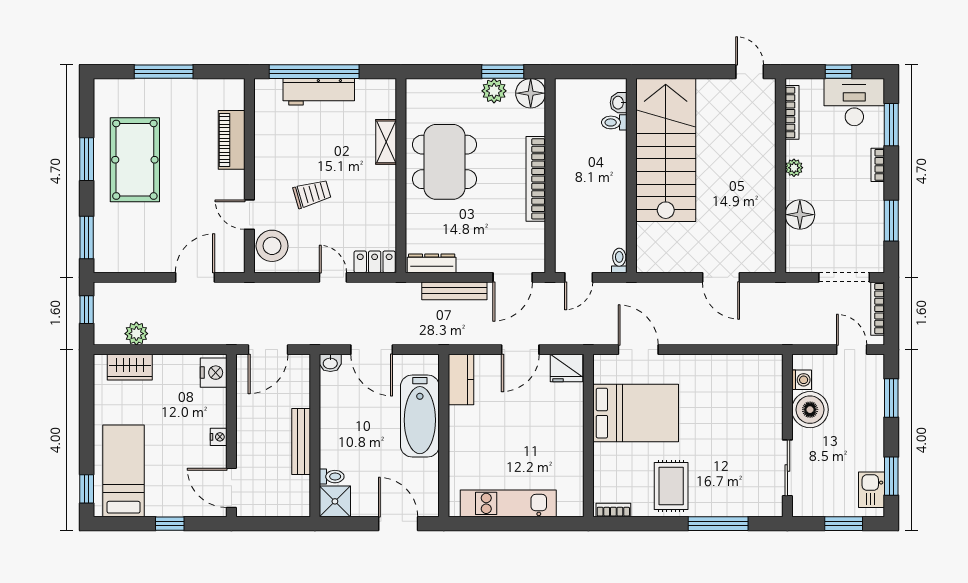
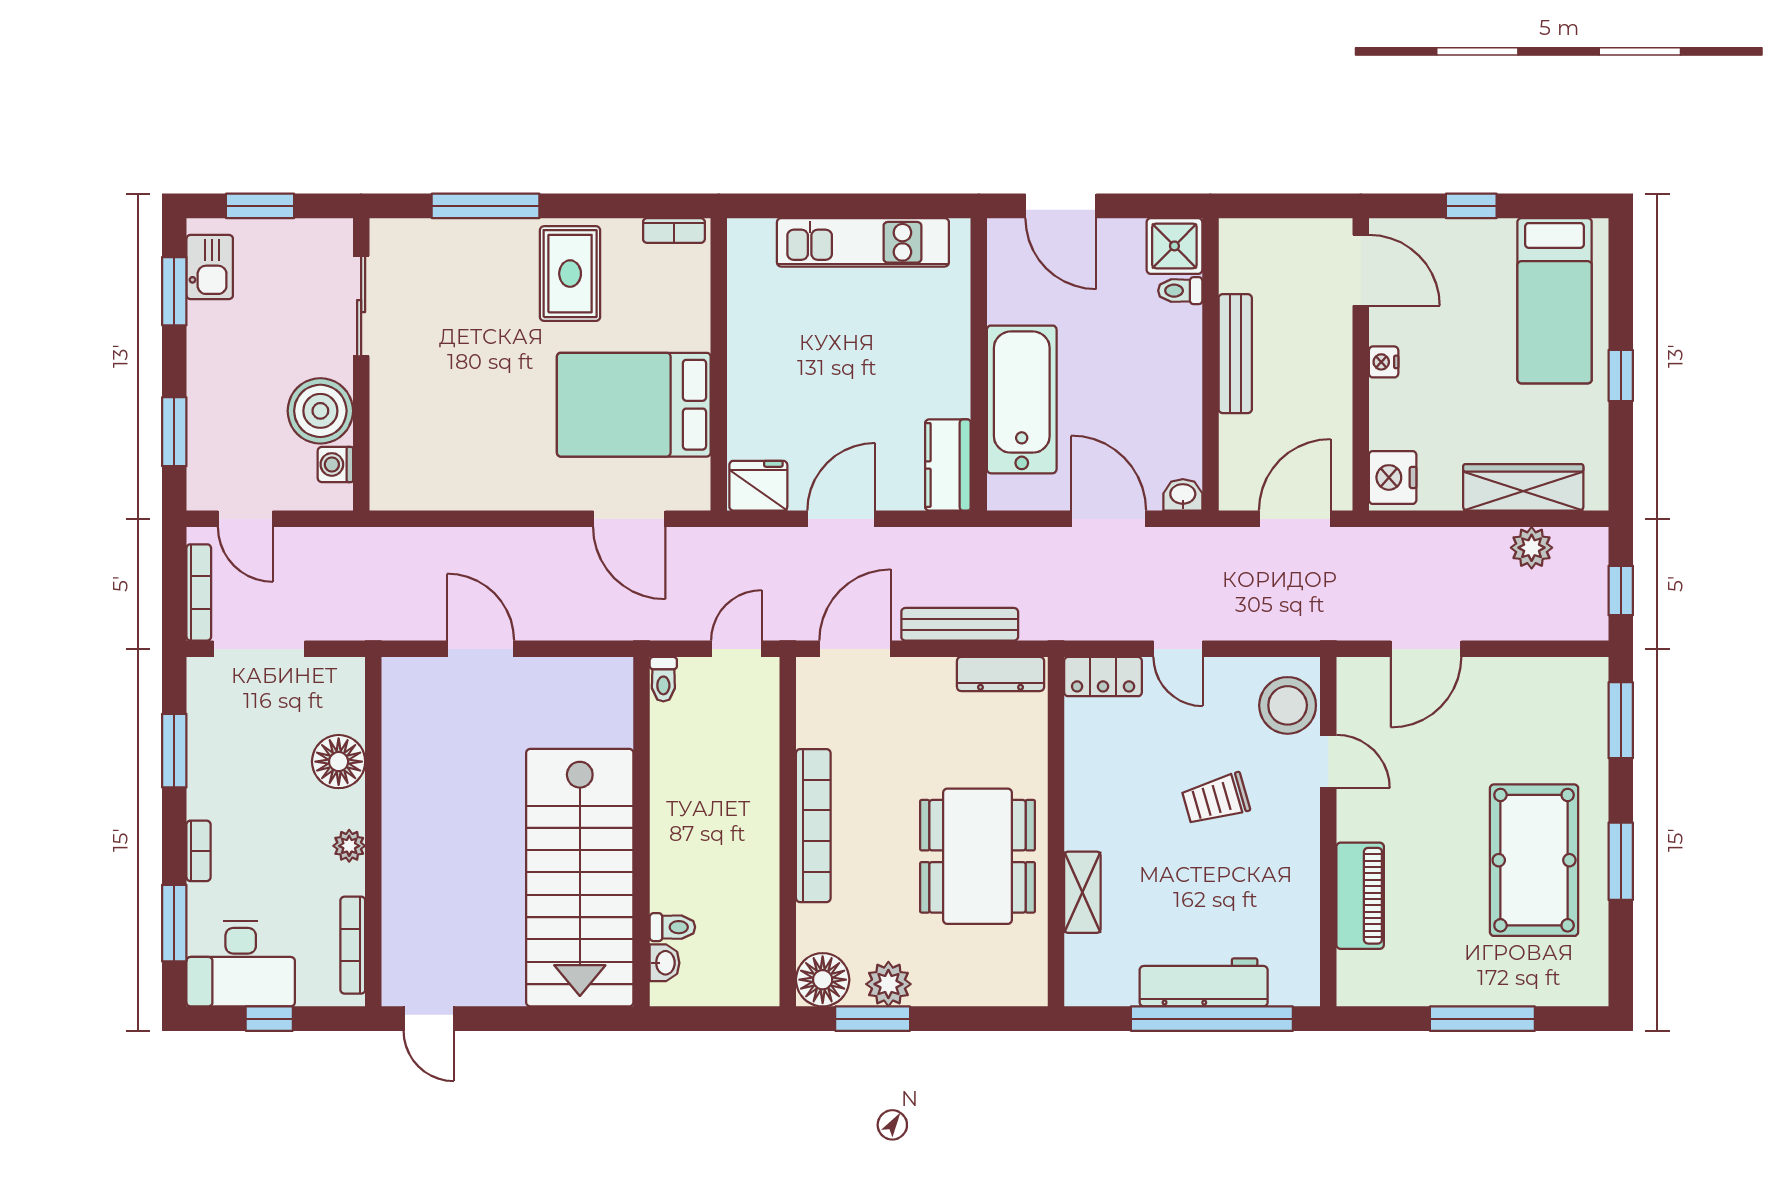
wardrobe: (130, 367) -> (1523, 487), width x1.50
window: (87, 489) -> (1621, 376), moved

